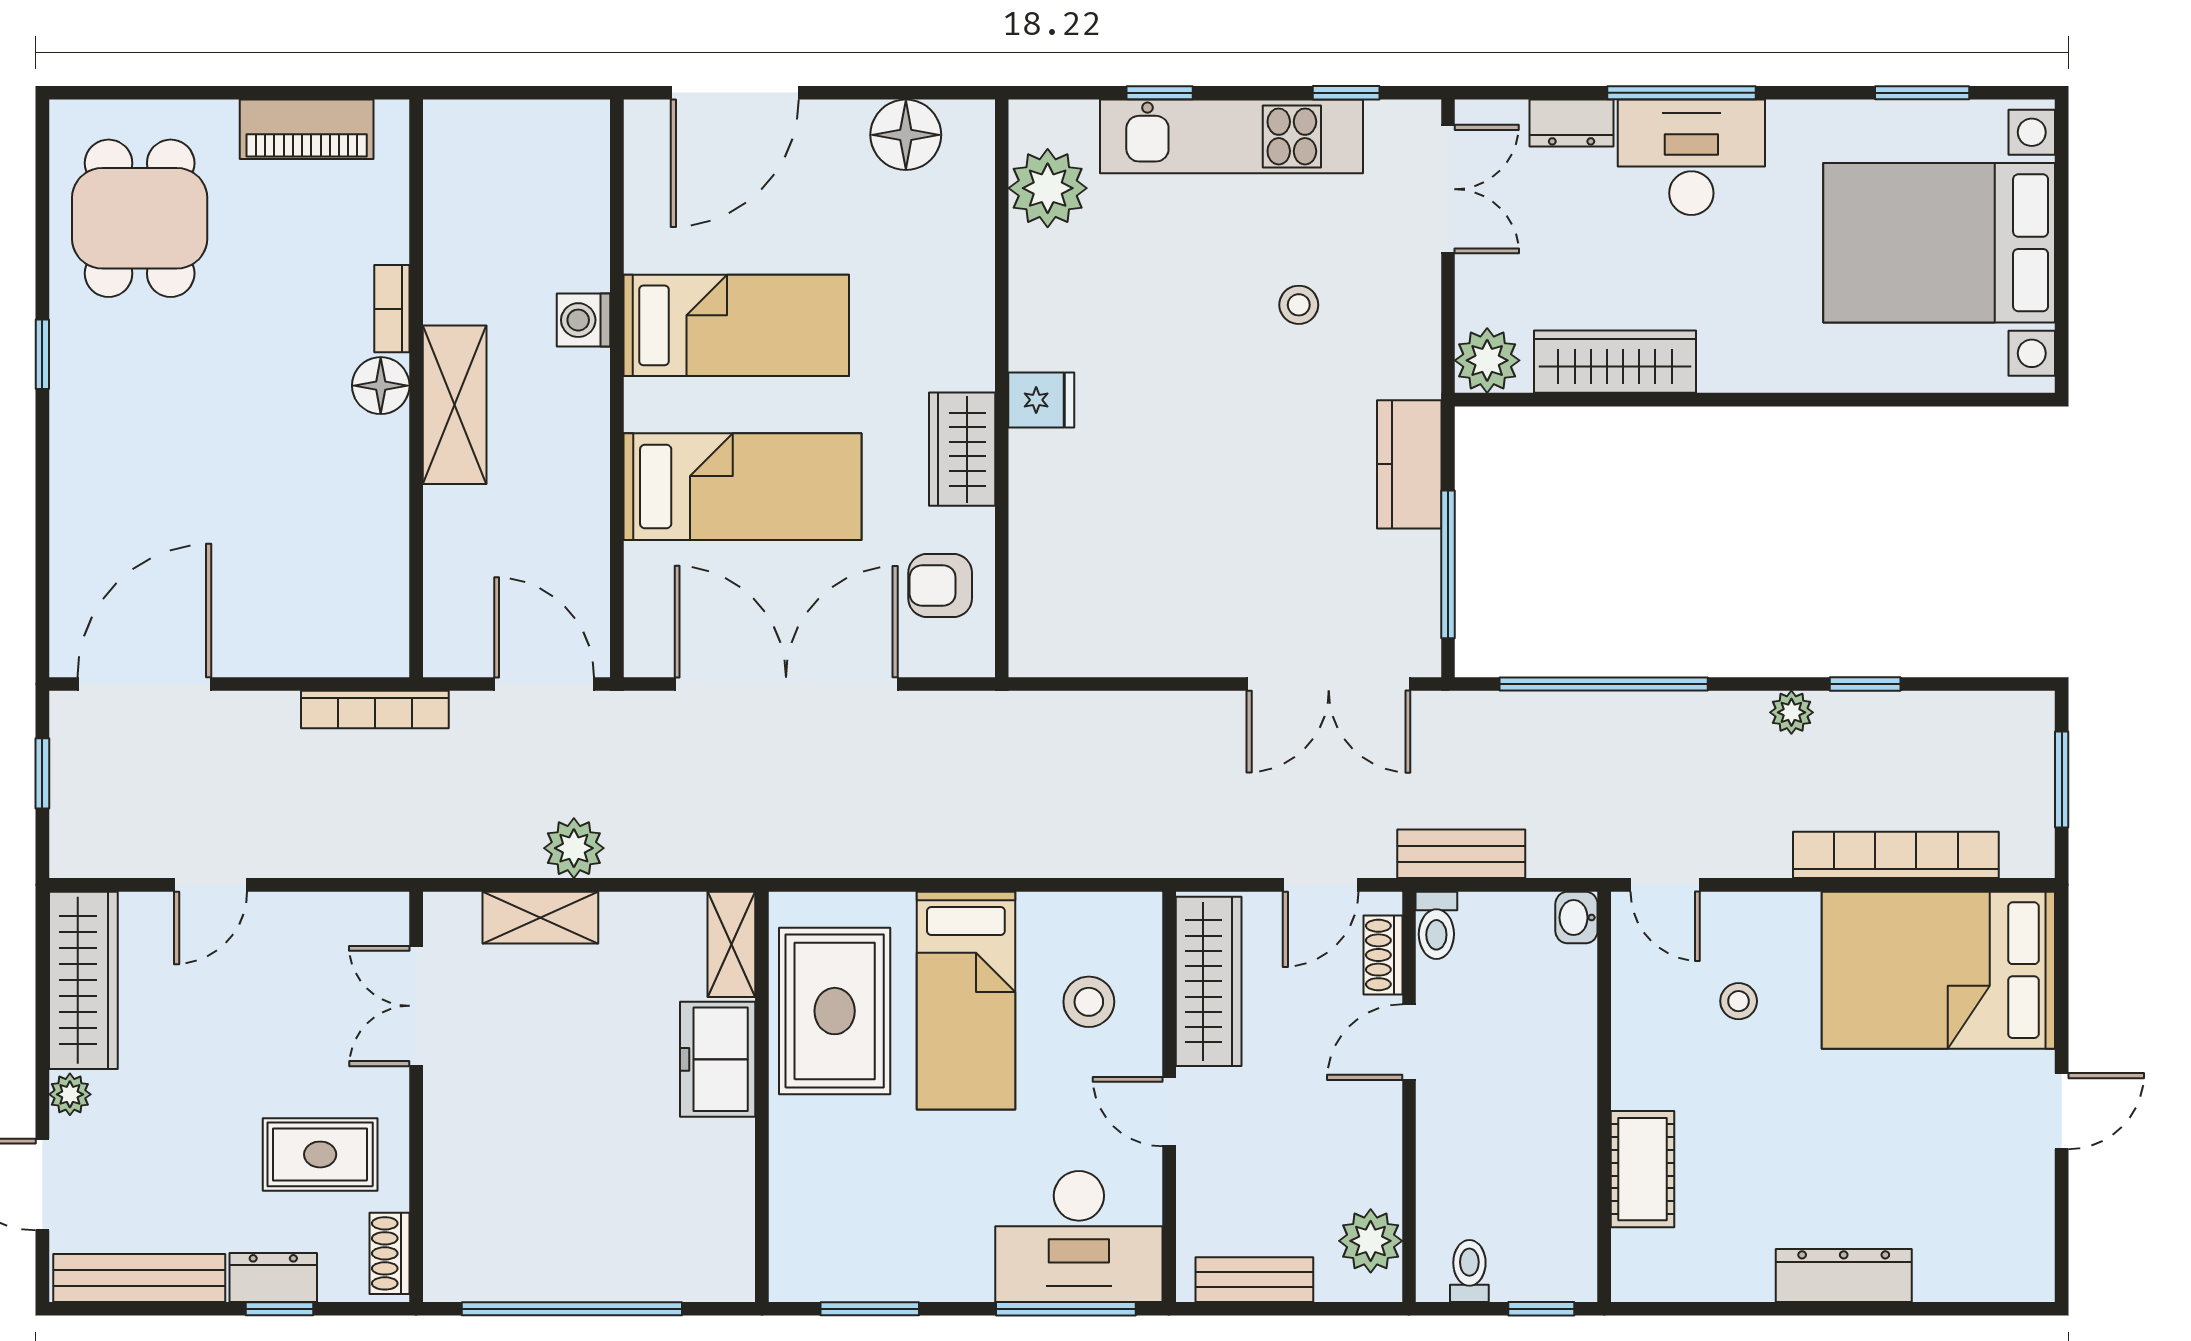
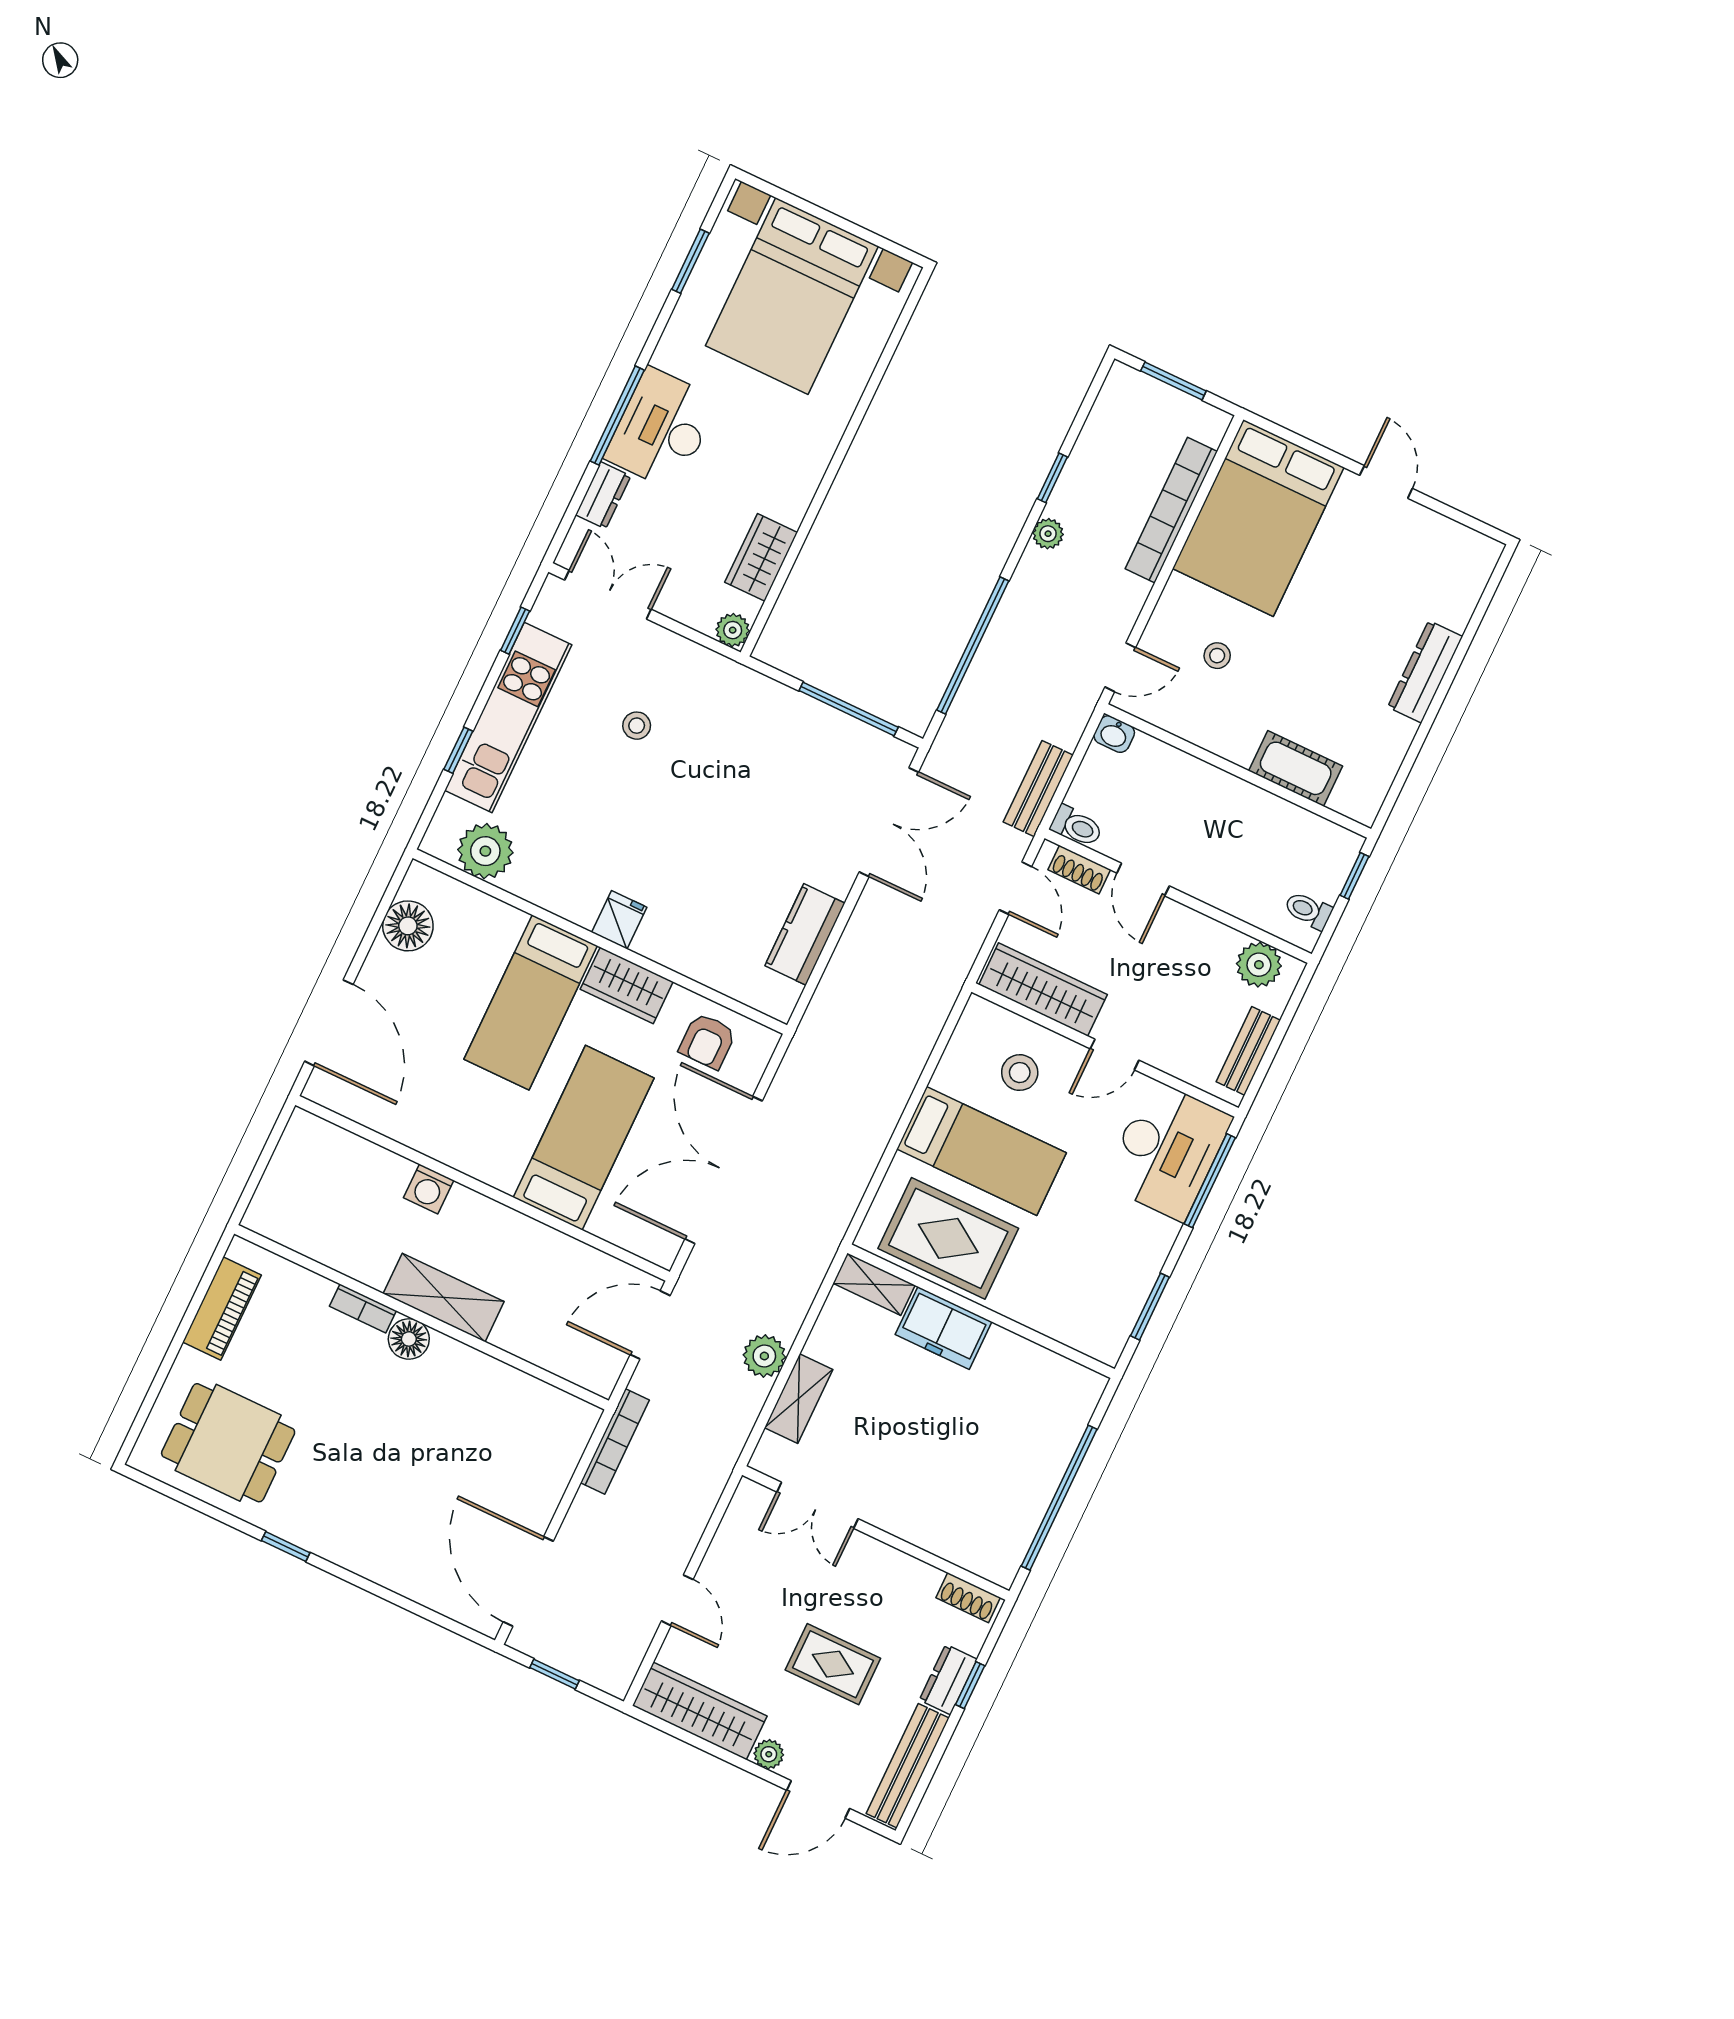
bed: (736, 325) -> (531, 1003), moved, turned 180
plant: (1487, 360) -> (733, 630), width x0.73, depth x0.73
wardrobe: (1615, 362) -> (761, 557), width x0.67
kitchen counter: (1409, 464) -> (805, 934), moved, turned 90
rug: (320, 1154) -> (833, 1664), moved, turned 90

